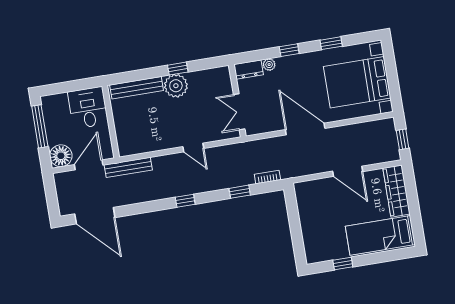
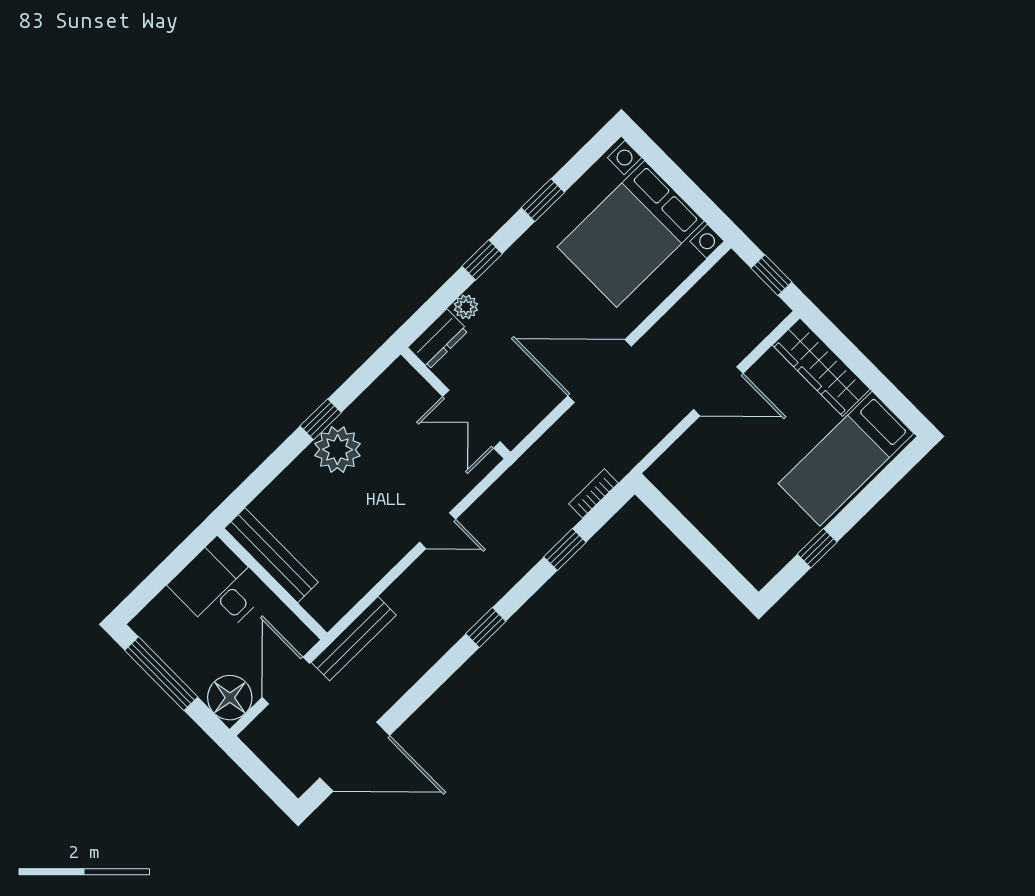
bench: (137, 88) -> (271, 555), moved, turned 90

